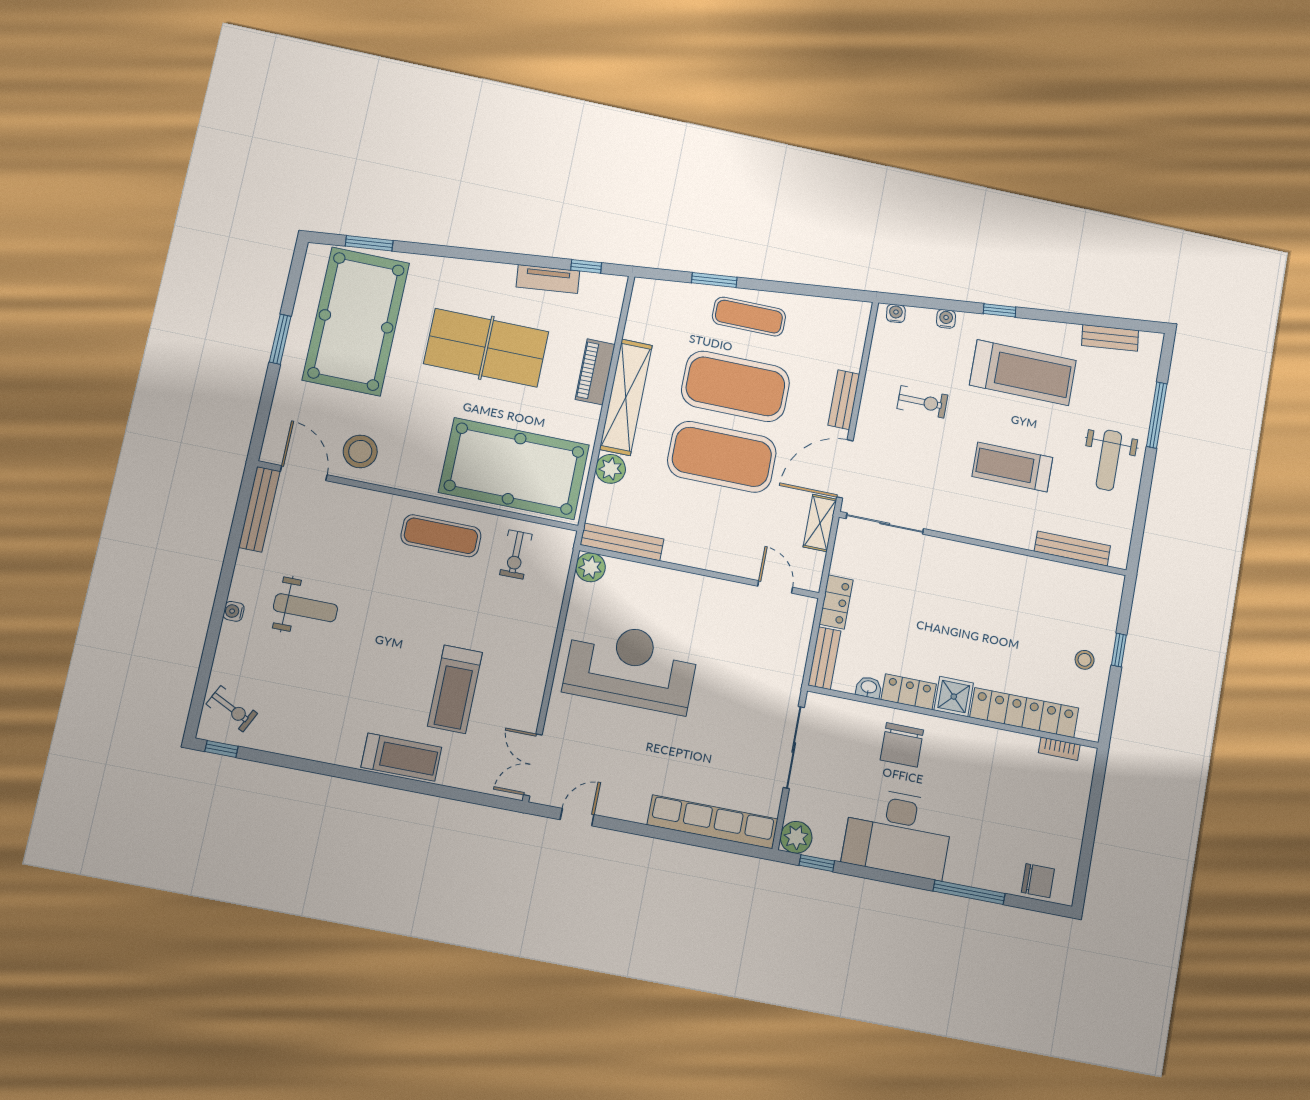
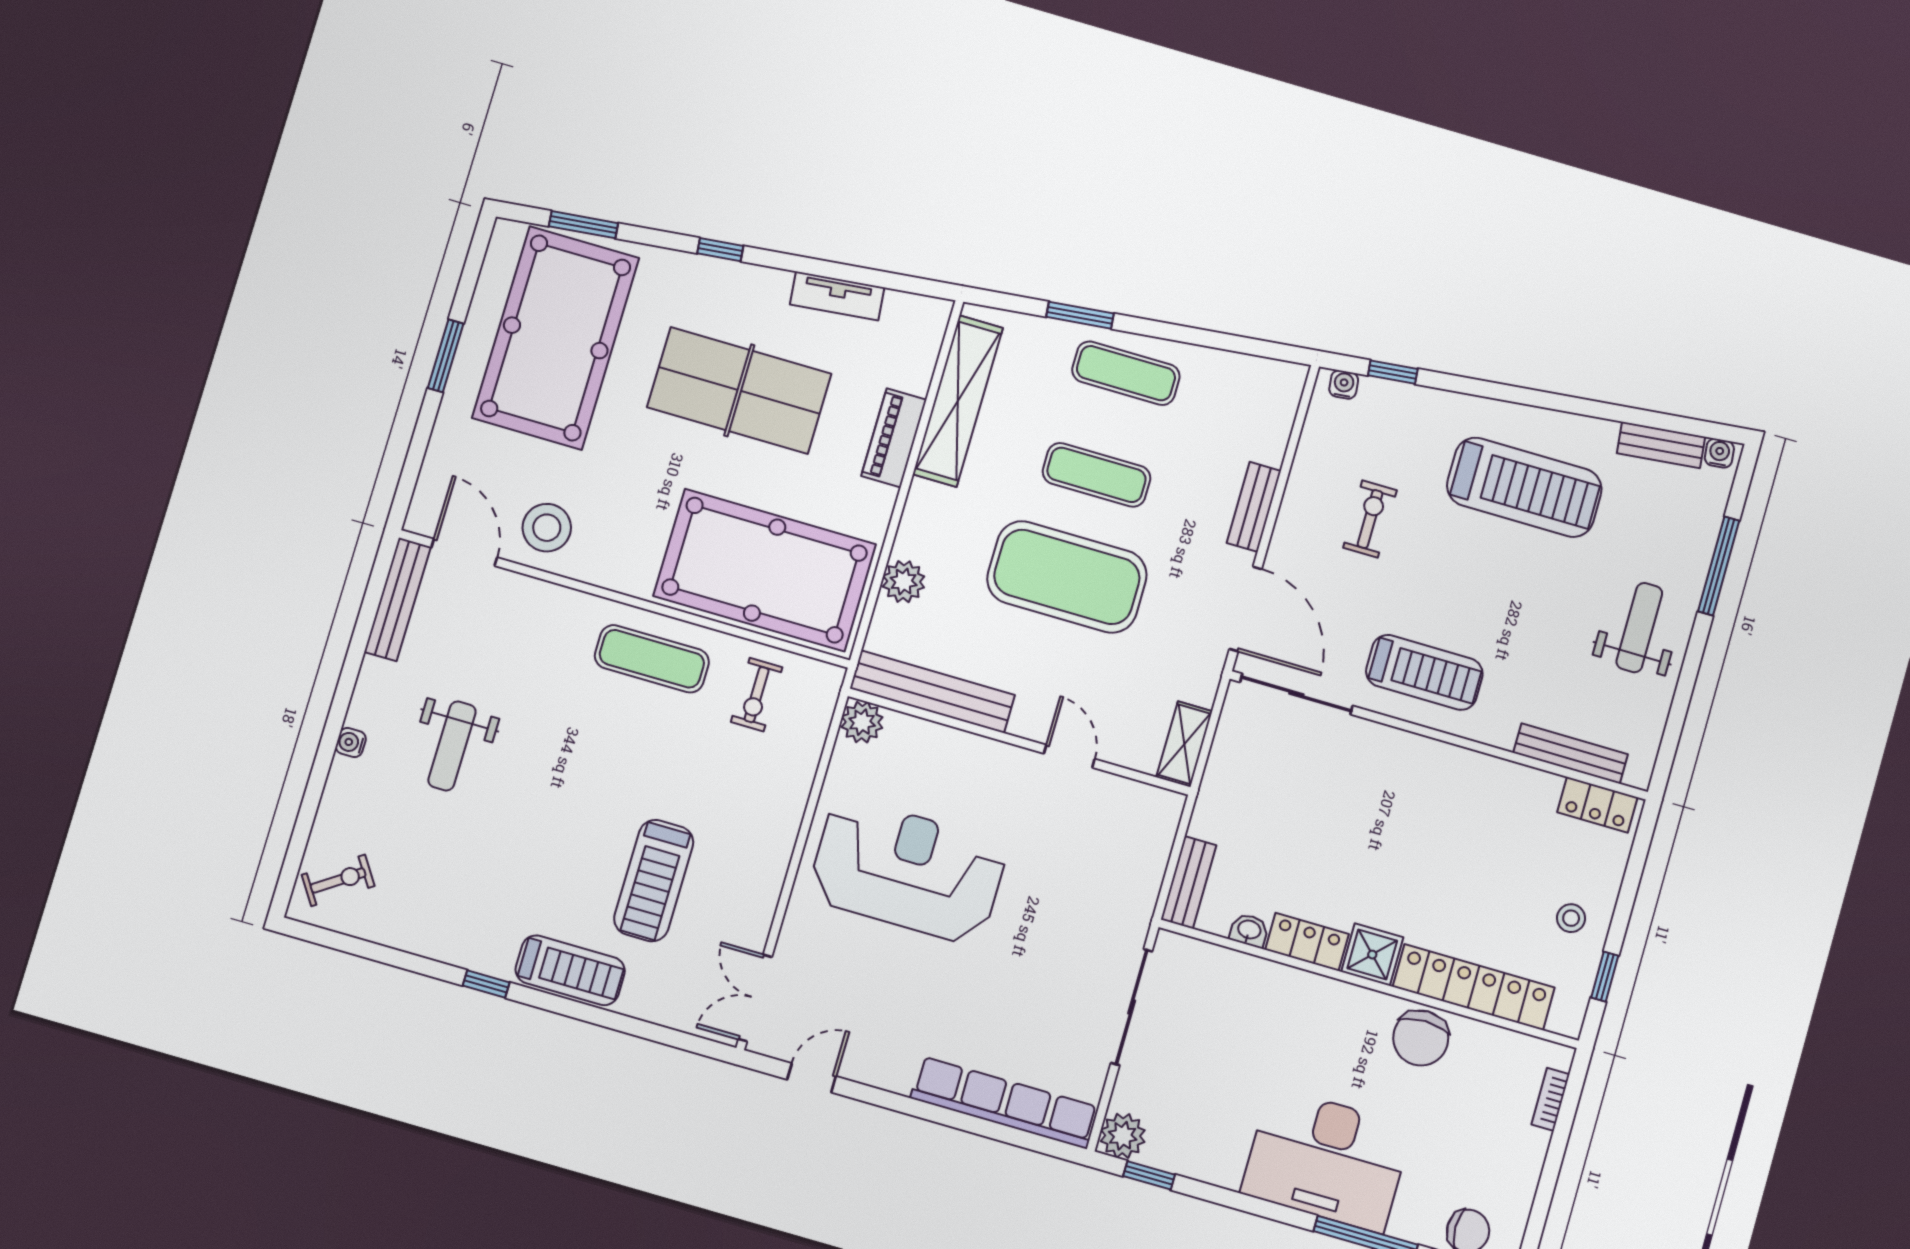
window: (586, 266) -> (720, 250), moved
window: (1000, 310) -> (1393, 372), moved
water cooler: (946, 319) -> (1719, 453), moved
exercise mat: (735, 386) -> (1096, 475), width x0.50, depth x0.69
shelving: (626, 397) -> (958, 401), moved
exercise bike: (922, 402) -> (1370, 519), turned -90
weight bench: (1109, 460) -> (1639, 628), turned 180
treadmill: (1012, 467) -> (1424, 672), moved, turned 180
door: (845, 469) -> (1246, 609), swing flipped
shelving: (820, 523) -> (1184, 744), moved
bench: (622, 542) -> (932, 692), width x1.37, depth x1.21
door: (775, 587) -> (1069, 756), moved
locker: (836, 602) -> (1597, 805), moved, turned 90
weight bench: (305, 608) -> (452, 746), turned 90
window: (1119, 650) -> (1605, 977), moved
exercise bike: (232, 709) -> (338, 880), turned -60
chair: (902, 745) -> (1421, 1038), moved
window: (221, 749) -> (486, 984), moved
bookcase: (1059, 749) -> (1550, 1099), moved, turned 90
desk: (898, 833) -> (1327, 1160), moved

